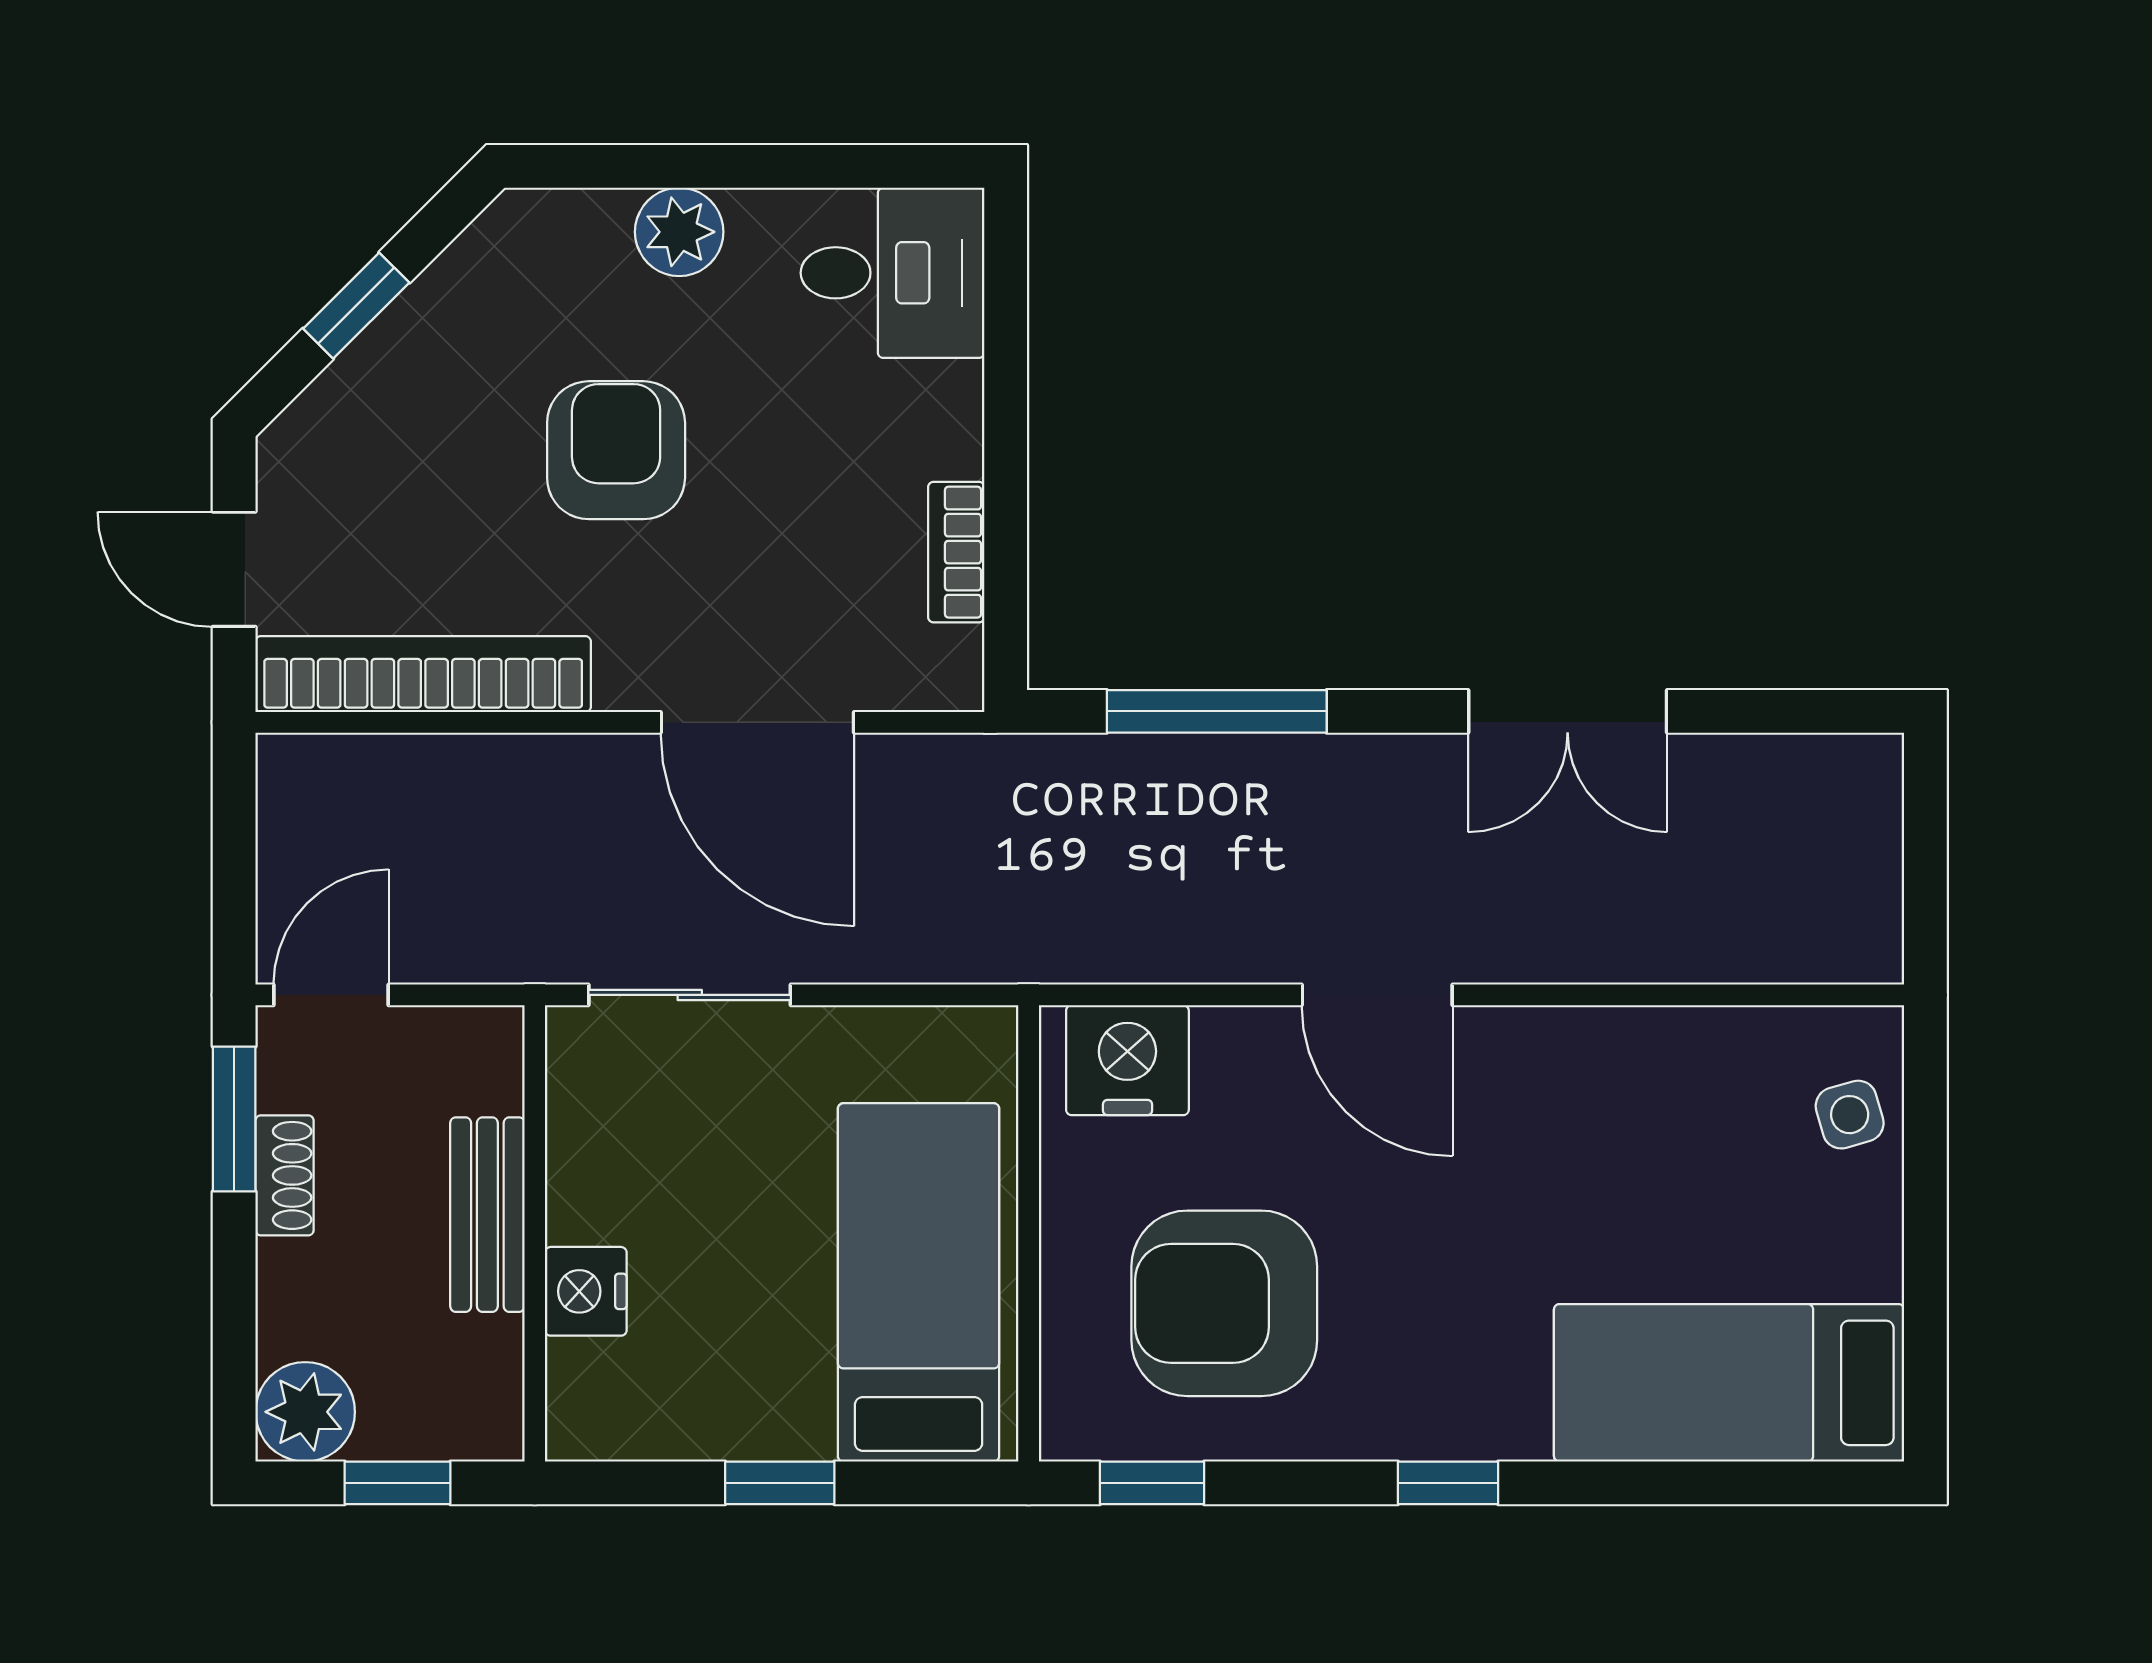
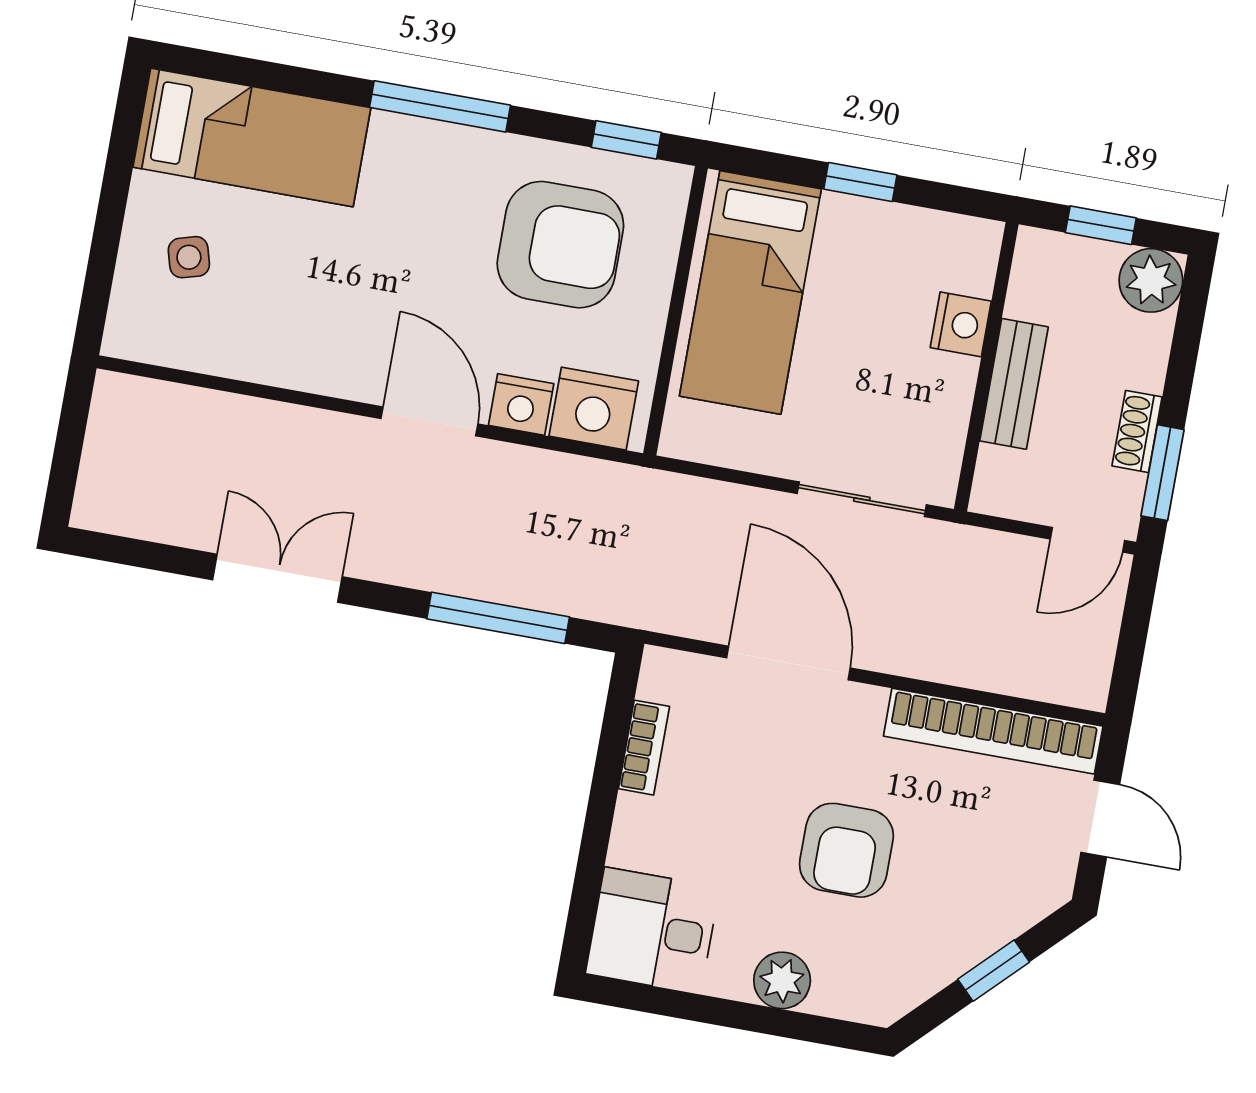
nightstand: (1240, 1046) -> (521, 405), added
side table: (1850, 1115) -> (189, 257), moved
window: (1448, 1483) -> (440, 106), width x2.17

